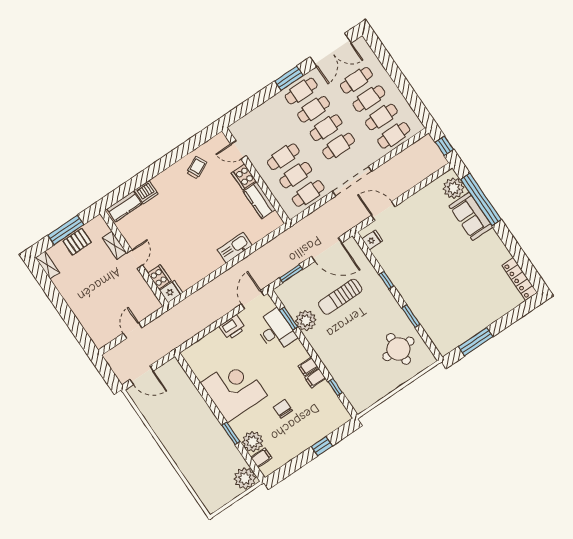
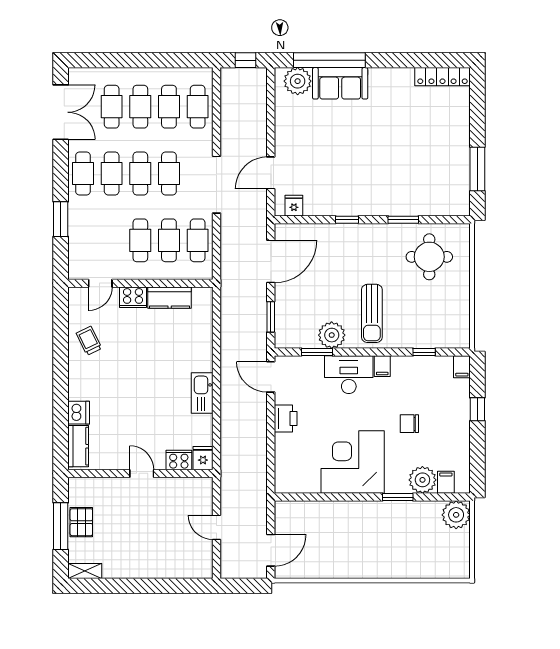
window: (289, 78) -> (61, 219), moved
shelving: (115, 245) -> (112, 485), removed
kitchen sink: (235, 248) -> (202, 393), moved
sun lounger: (340, 297) -> (372, 313), moved
desk: (276, 331) -> (349, 375), moved
filing cabinet: (315, 378) -> (462, 367), moved

